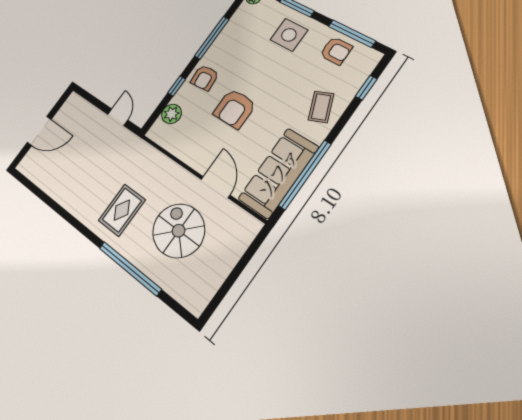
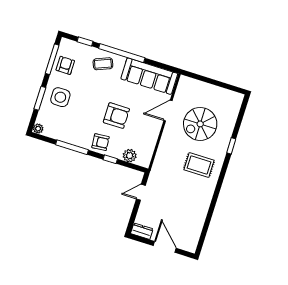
dresser: (70, 106) -> (142, 231), added
window: (305, 175) -> (122, 53), moved
window: (130, 268) -> (231, 146), width x0.32

